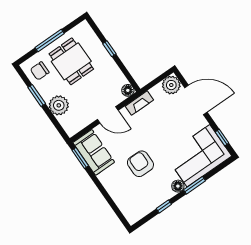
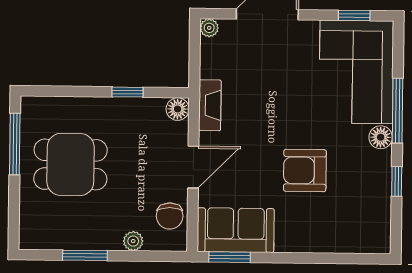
window: (50, 41) -> (15, 144), moved
window: (109, 49) -> (127, 92), moved
chair: (40, 71) -> (170, 216), moved
plant: (171, 85) -> (209, 28), width x0.53, depth x0.53
plant: (59, 105) -> (133, 241), width x0.53, depth x0.53
window: (194, 185) -> (398, 111), width x1.44

